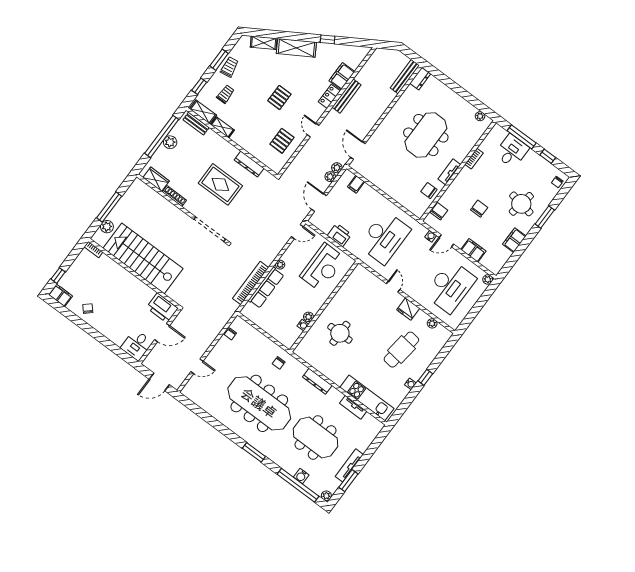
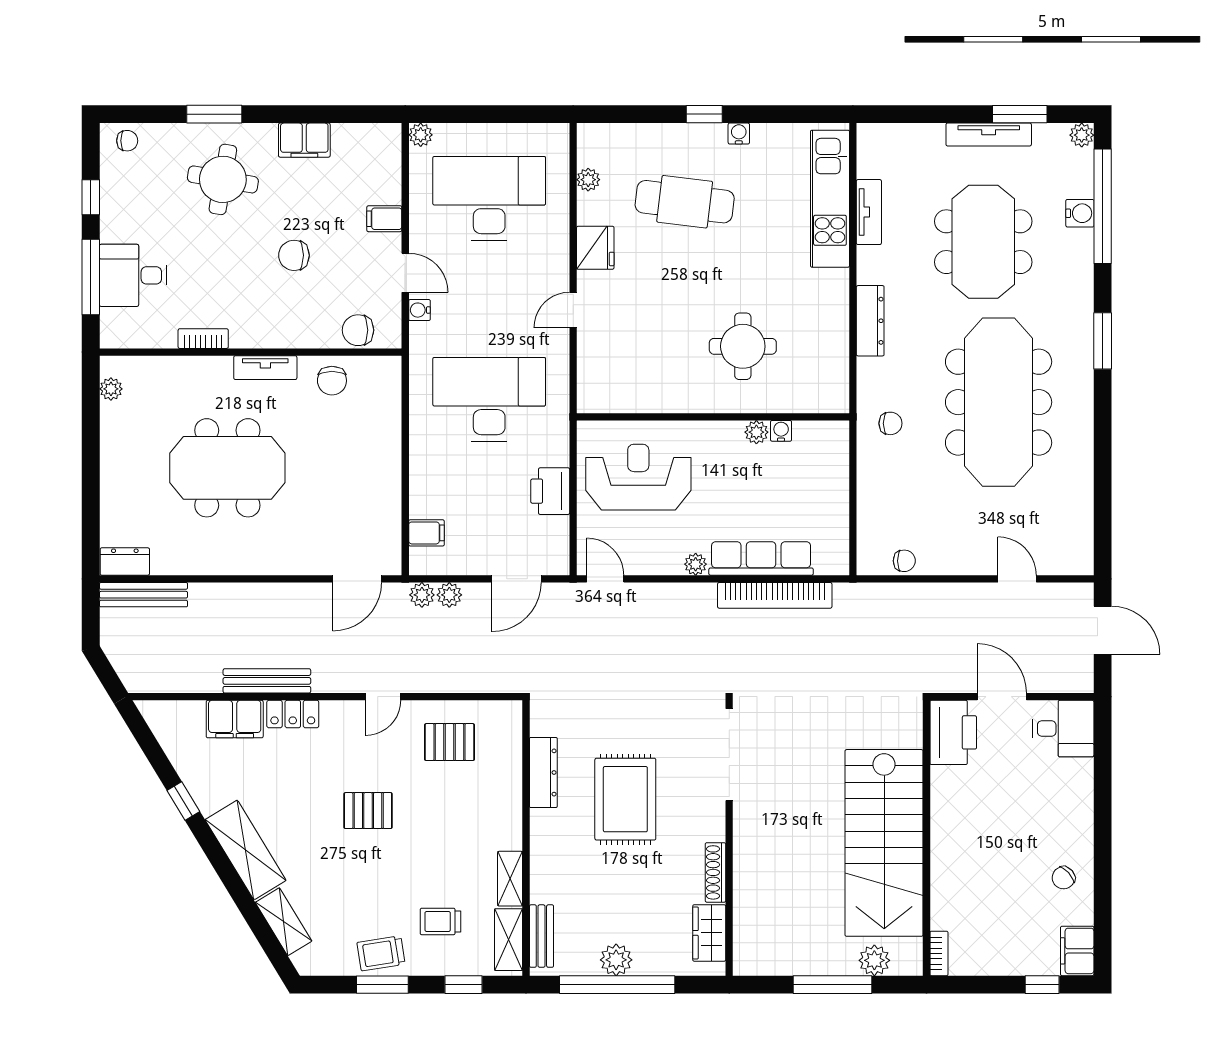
filing cabinet: (473, 250) -> (384, 219), width x0.50

